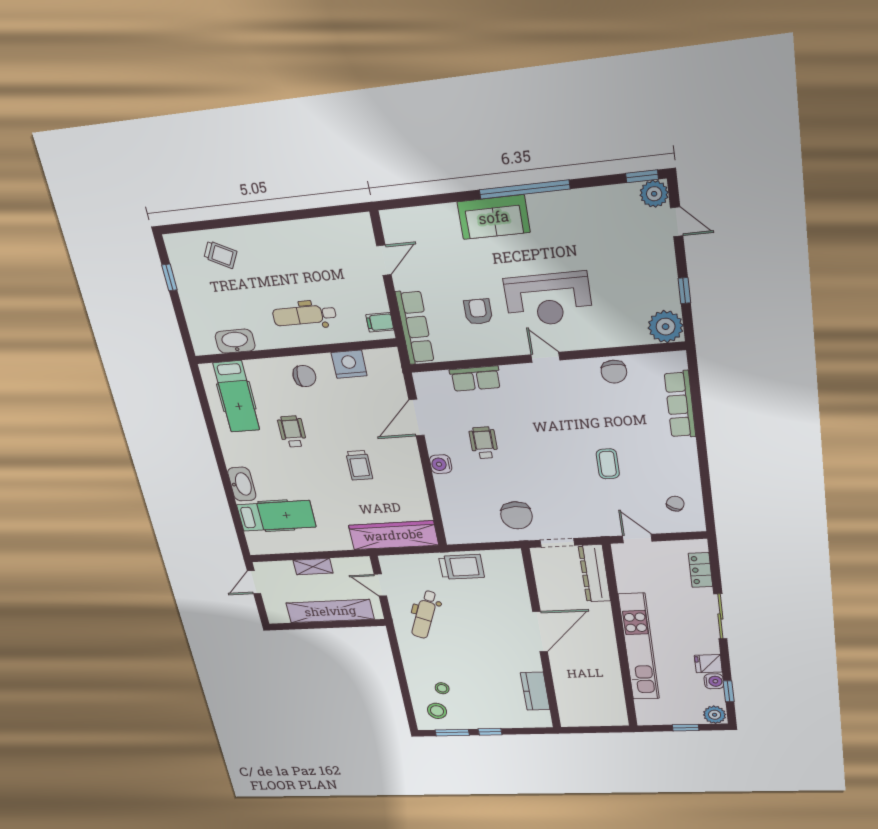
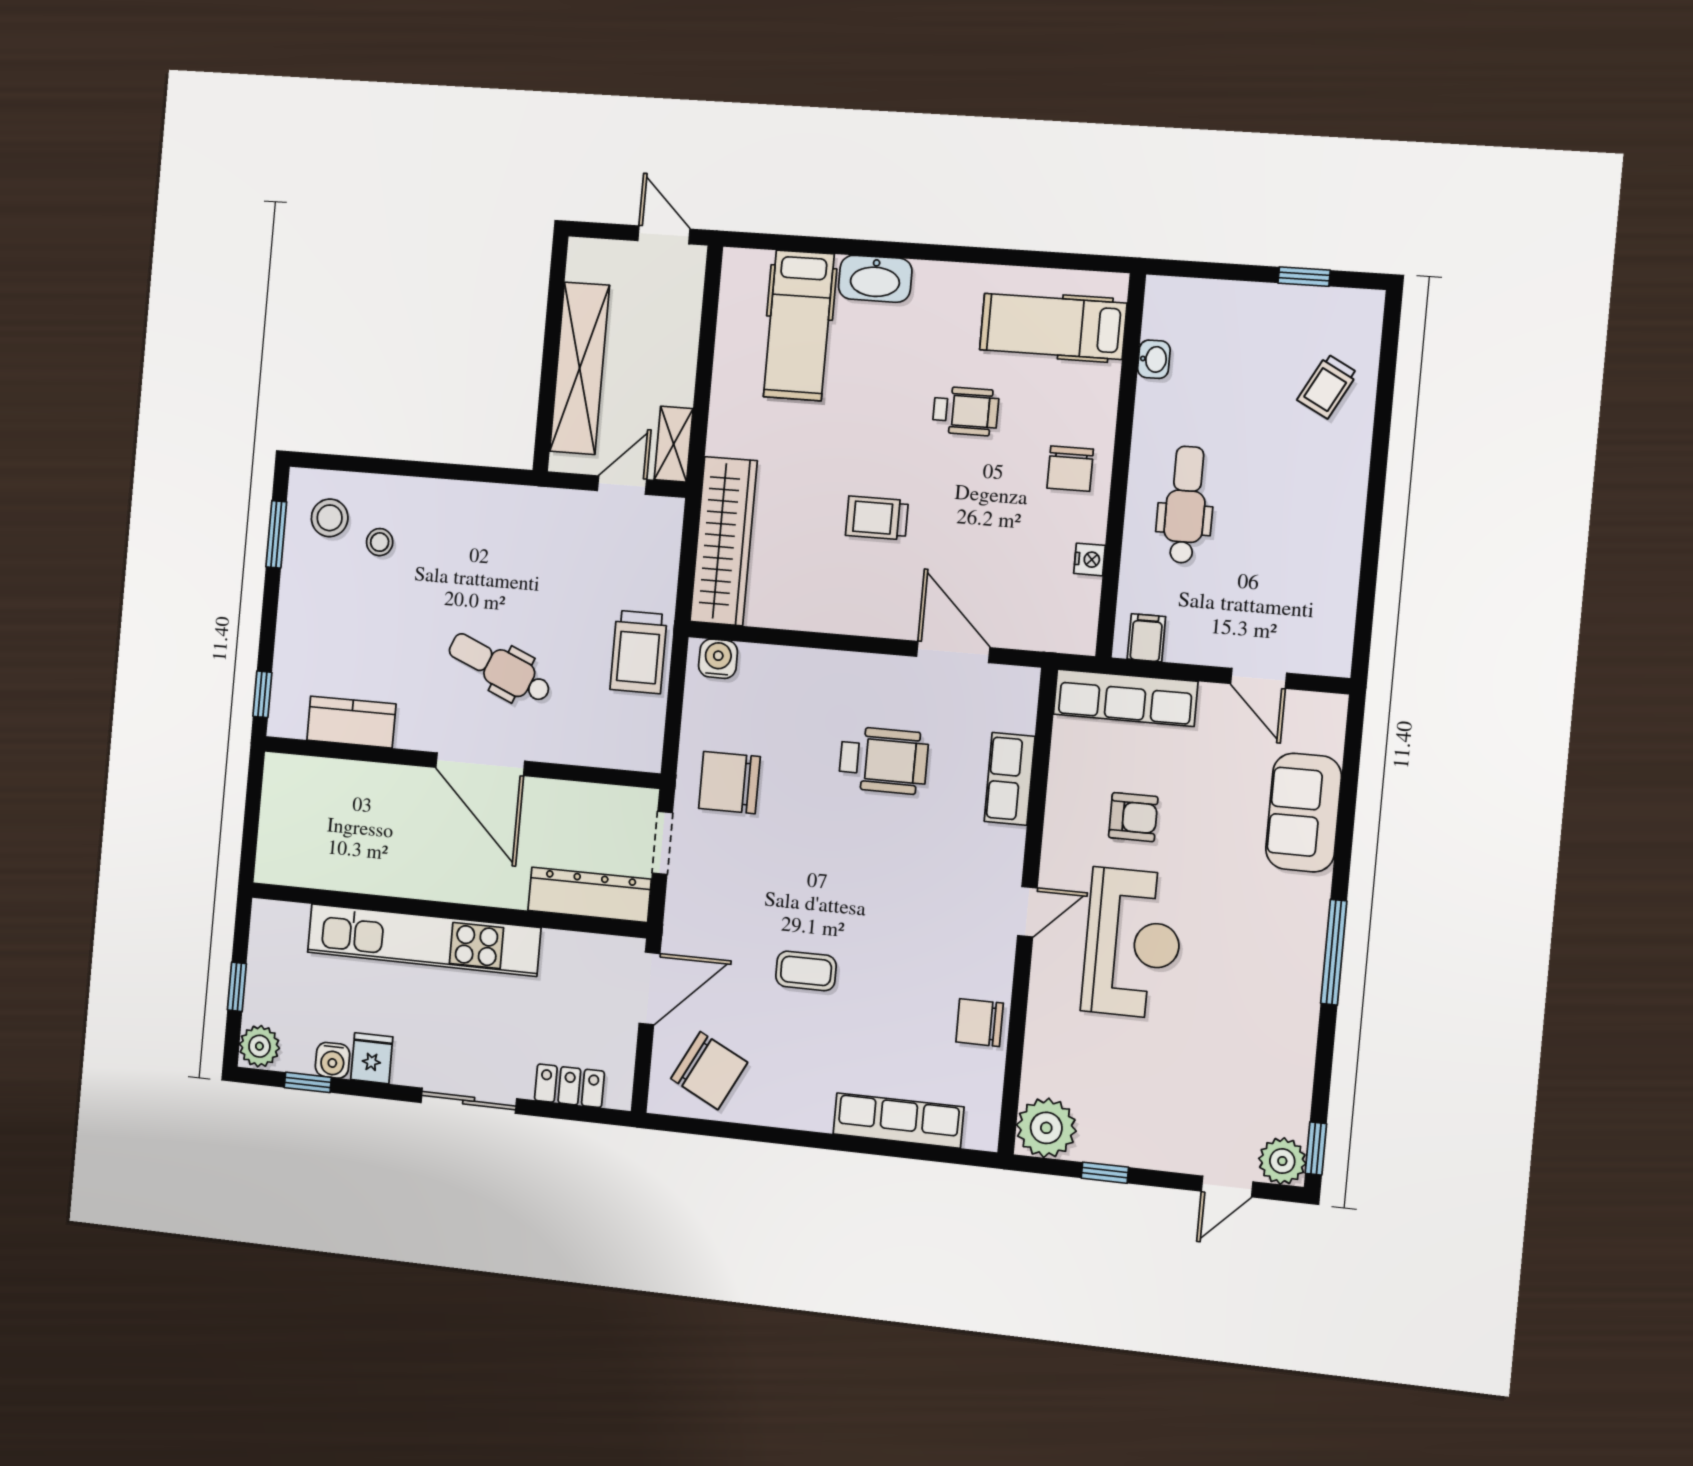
window: (524, 189) -> (1334, 952), width x0.68
sofa: (494, 217) -> (1304, 813), moved
reception desk: (548, 299) -> (1133, 943), turned 180
washbasin: (235, 341) -> (1154, 359), width x0.52, depth x0.69
nightstand: (349, 364) -> (1089, 559), width x0.53, depth x0.56
wheelchair: (483, 443) -> (884, 760), width x1.36, depth x1.37
water cooler: (441, 464) -> (718, 659), moved
chair: (675, 504) -> (709, 1071), width x1.87, depth x1.87
door: (637, 539) -> (650, 988), width x1.38
shelving: (313, 567) -> (674, 444), moved
dental chair: (425, 614) -> (500, 668), moved
window: (490, 732) -> (262, 694), moved

